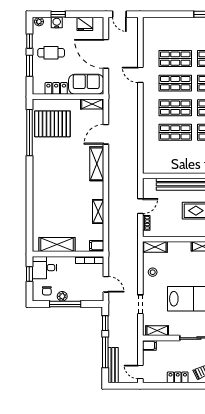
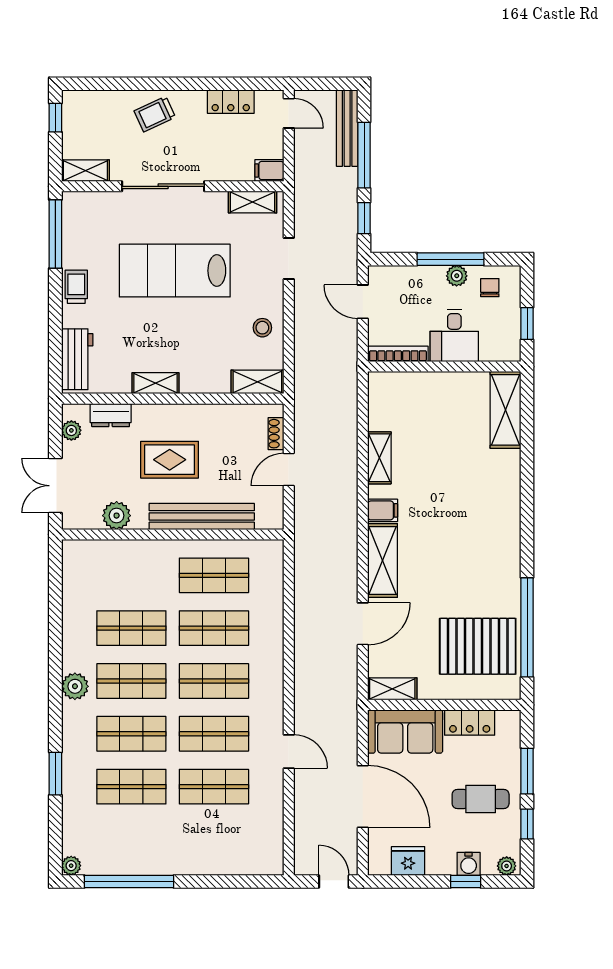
shop shelf: (175, 157) -> (214, 575), added
shelving: (57, 245) -> (506, 410), moved, turned 90
filing cabinet: (97, 246) -> (383, 510), moved
desk: (44, 268) -> (454, 336), moved, turned 90
locker: (178, 377) -> (231, 102), moved

